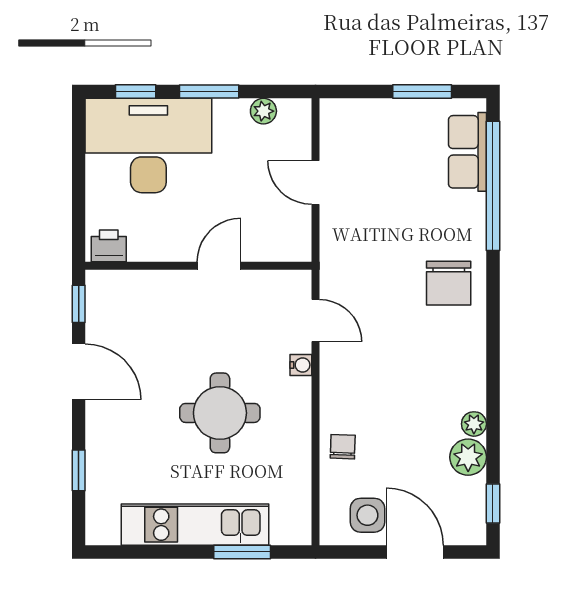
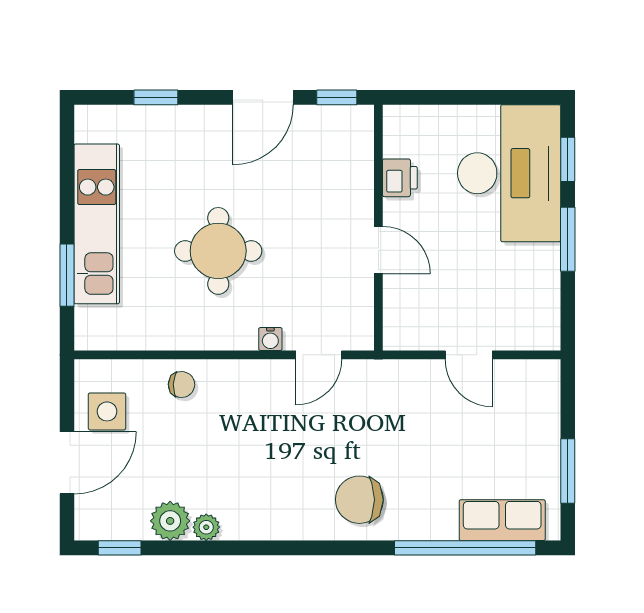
plant: (263, 111) -> (546, 298), removed
door: (315, 183) -> (469, 355), swing flipped
printer: (109, 246) -> (400, 178), moved

